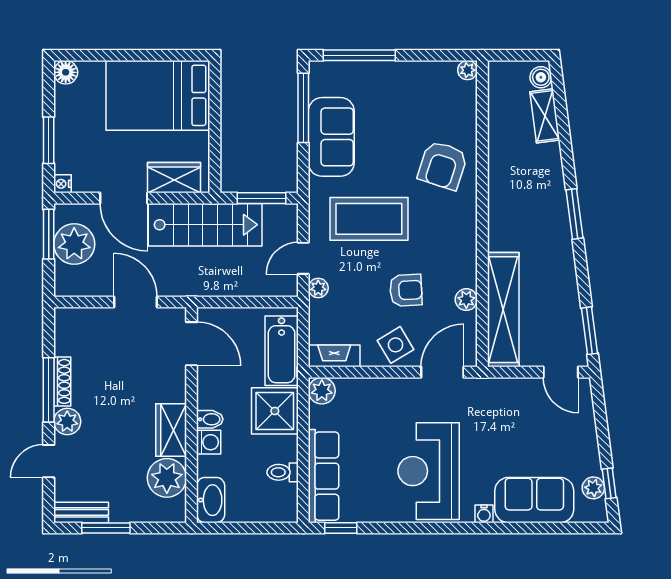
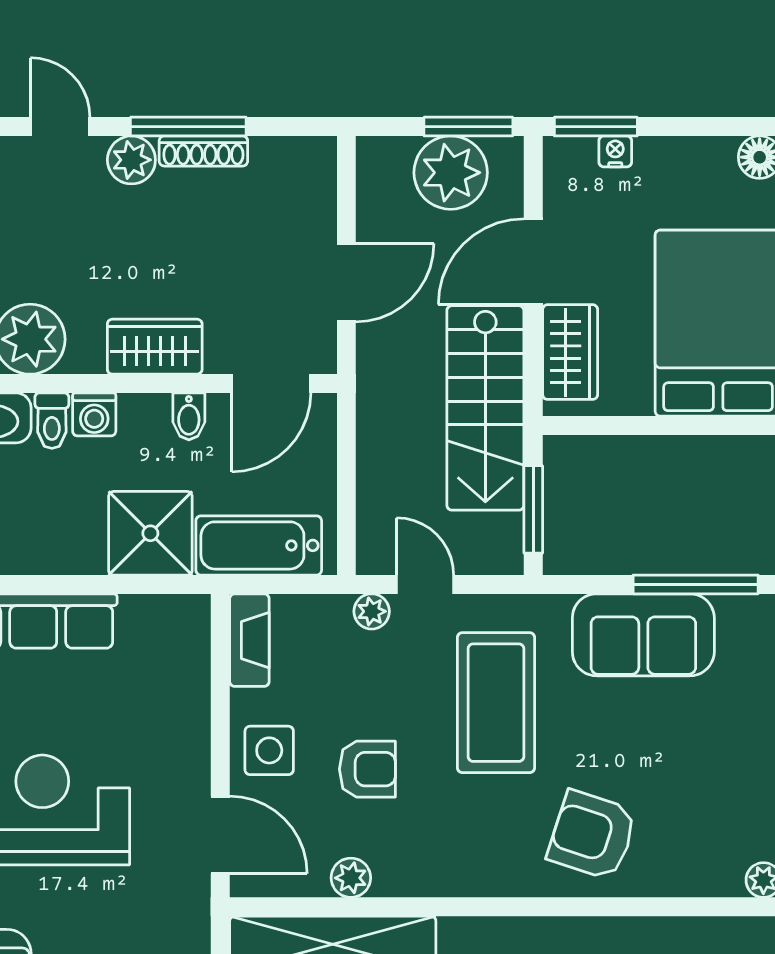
window: (49, 140) -> (596, 127), moved
nightstand: (62, 184) -> (615, 151), moved
armchair: (406, 290) -> (367, 769), turned -87
side table: (396, 345) -> (269, 750), turned 31
plant: (322, 391) -> (187, 618), removed
bidet: (210, 419) -> (189, 416), moved
wardrobe: (171, 430) -> (155, 347), moved
toilet: (283, 472) -> (52, 421), moved, turned 180

